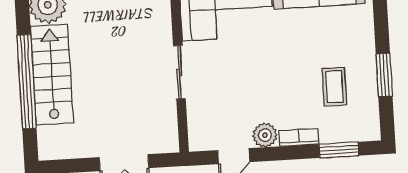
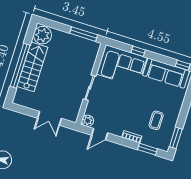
window: (384, 75) -> (176, 138), moved
plant: (265, 135) -> (88, 121), moved

